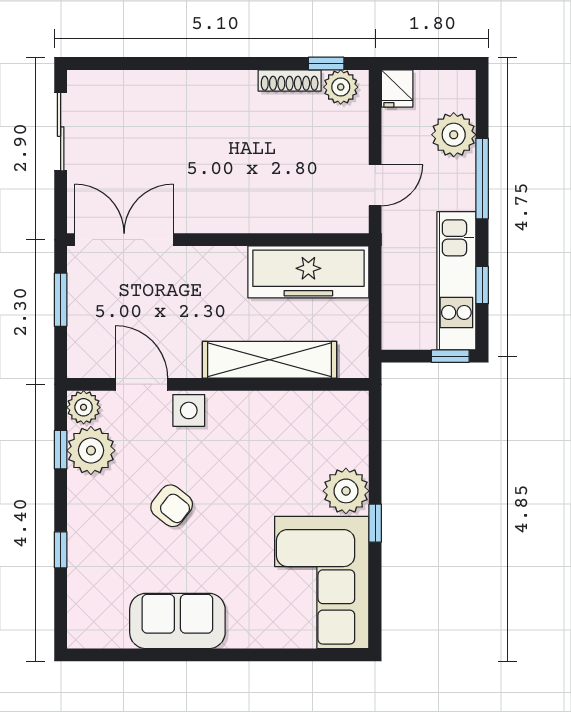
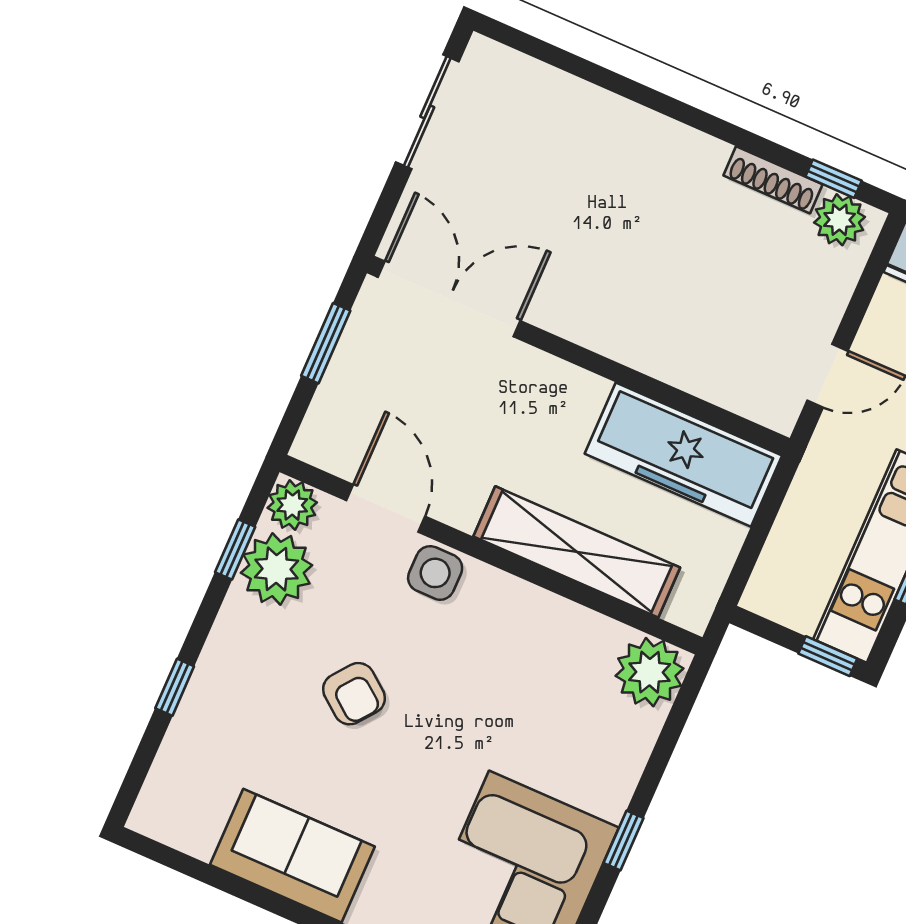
plant: (346, 491) -> (650, 672), moved

